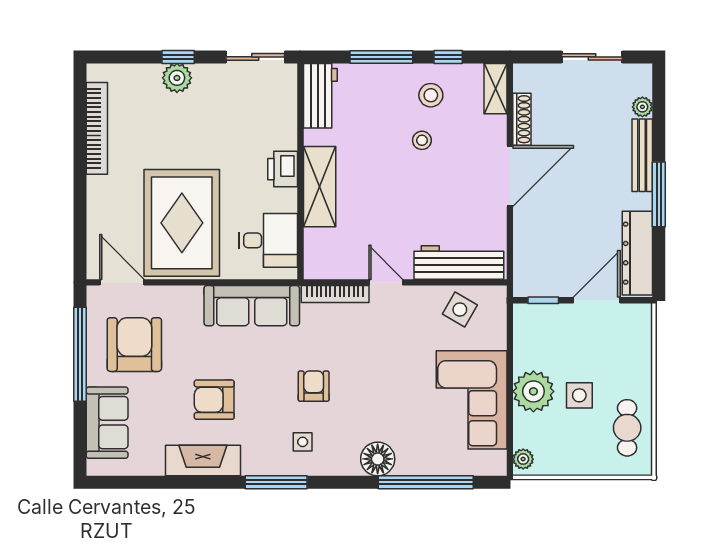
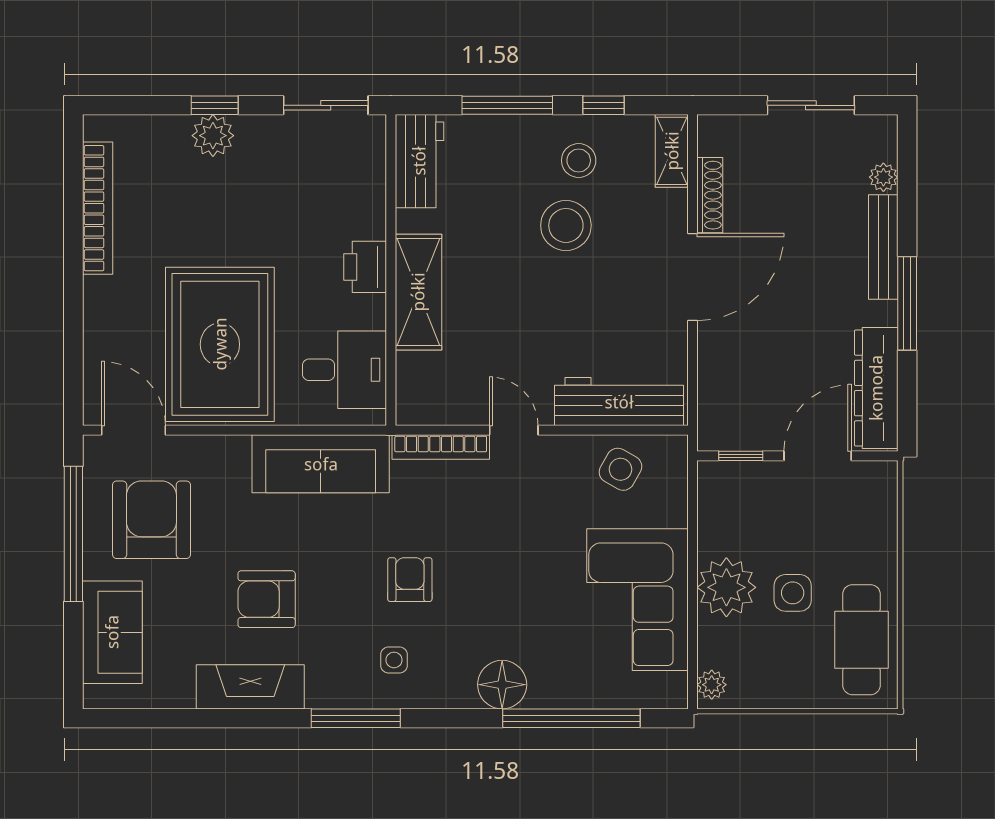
stool: (422, 140) -> (566, 225), width x1.89, depth x1.89
cafe table: (627, 428) -> (861, 640), width x1.37, depth x1.35

